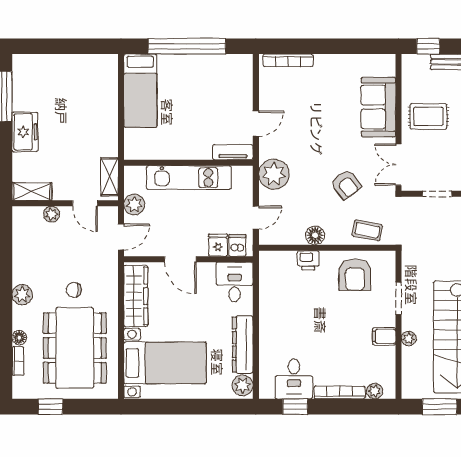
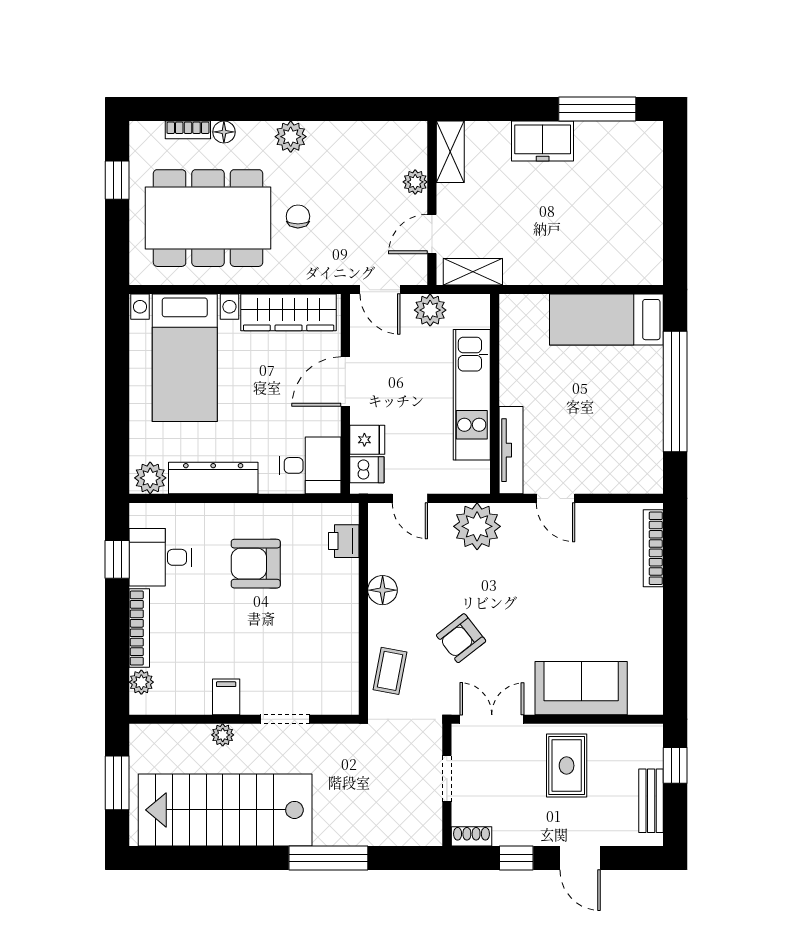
tv unit: (233, 152) -> (511, 450), width x1.41
printer: (308, 260) -> (344, 541), moved
armchair: (355, 275) -> (256, 564), moved

